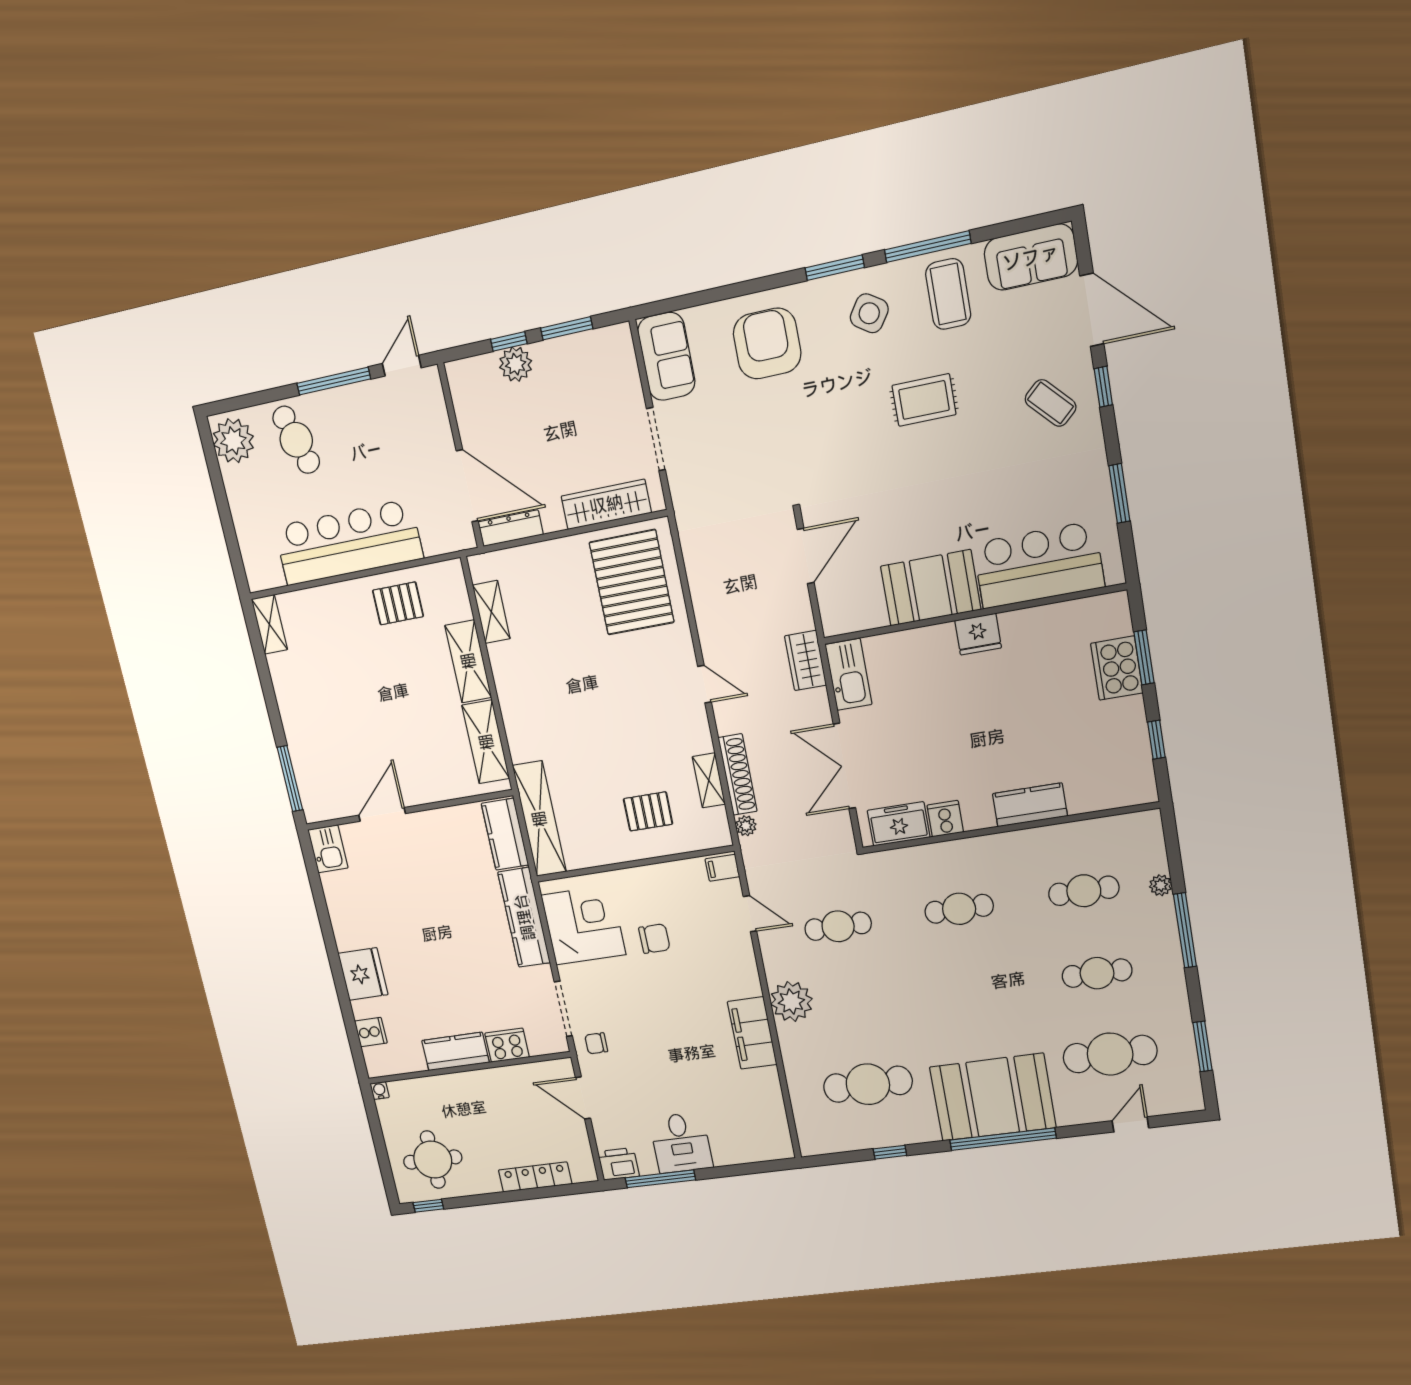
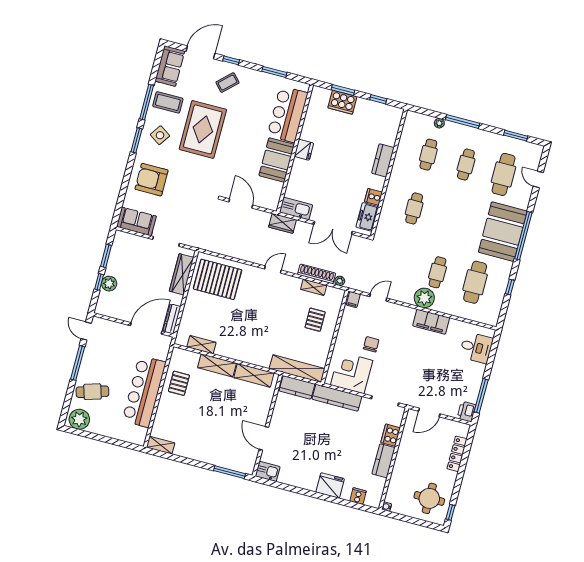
rug: (924, 400) -> (203, 129), width x1.86, depth x2.06
cafe table: (838, 926) -> (437, 272), moved
chair: (596, 1043) -> (407, 394), removed
desk: (681, 1143) -> (476, 348), moved

